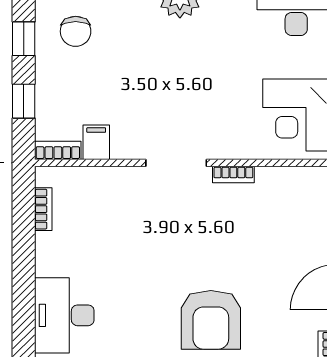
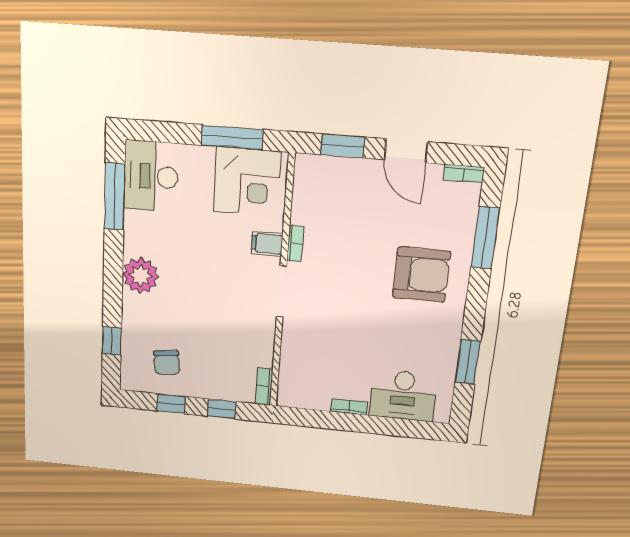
chair: (76, 31) -> (167, 363), turned 84
filing cabinet: (96, 142) -> (267, 244), moved
bookcase: (43, 209) -> (349, 407), moved

